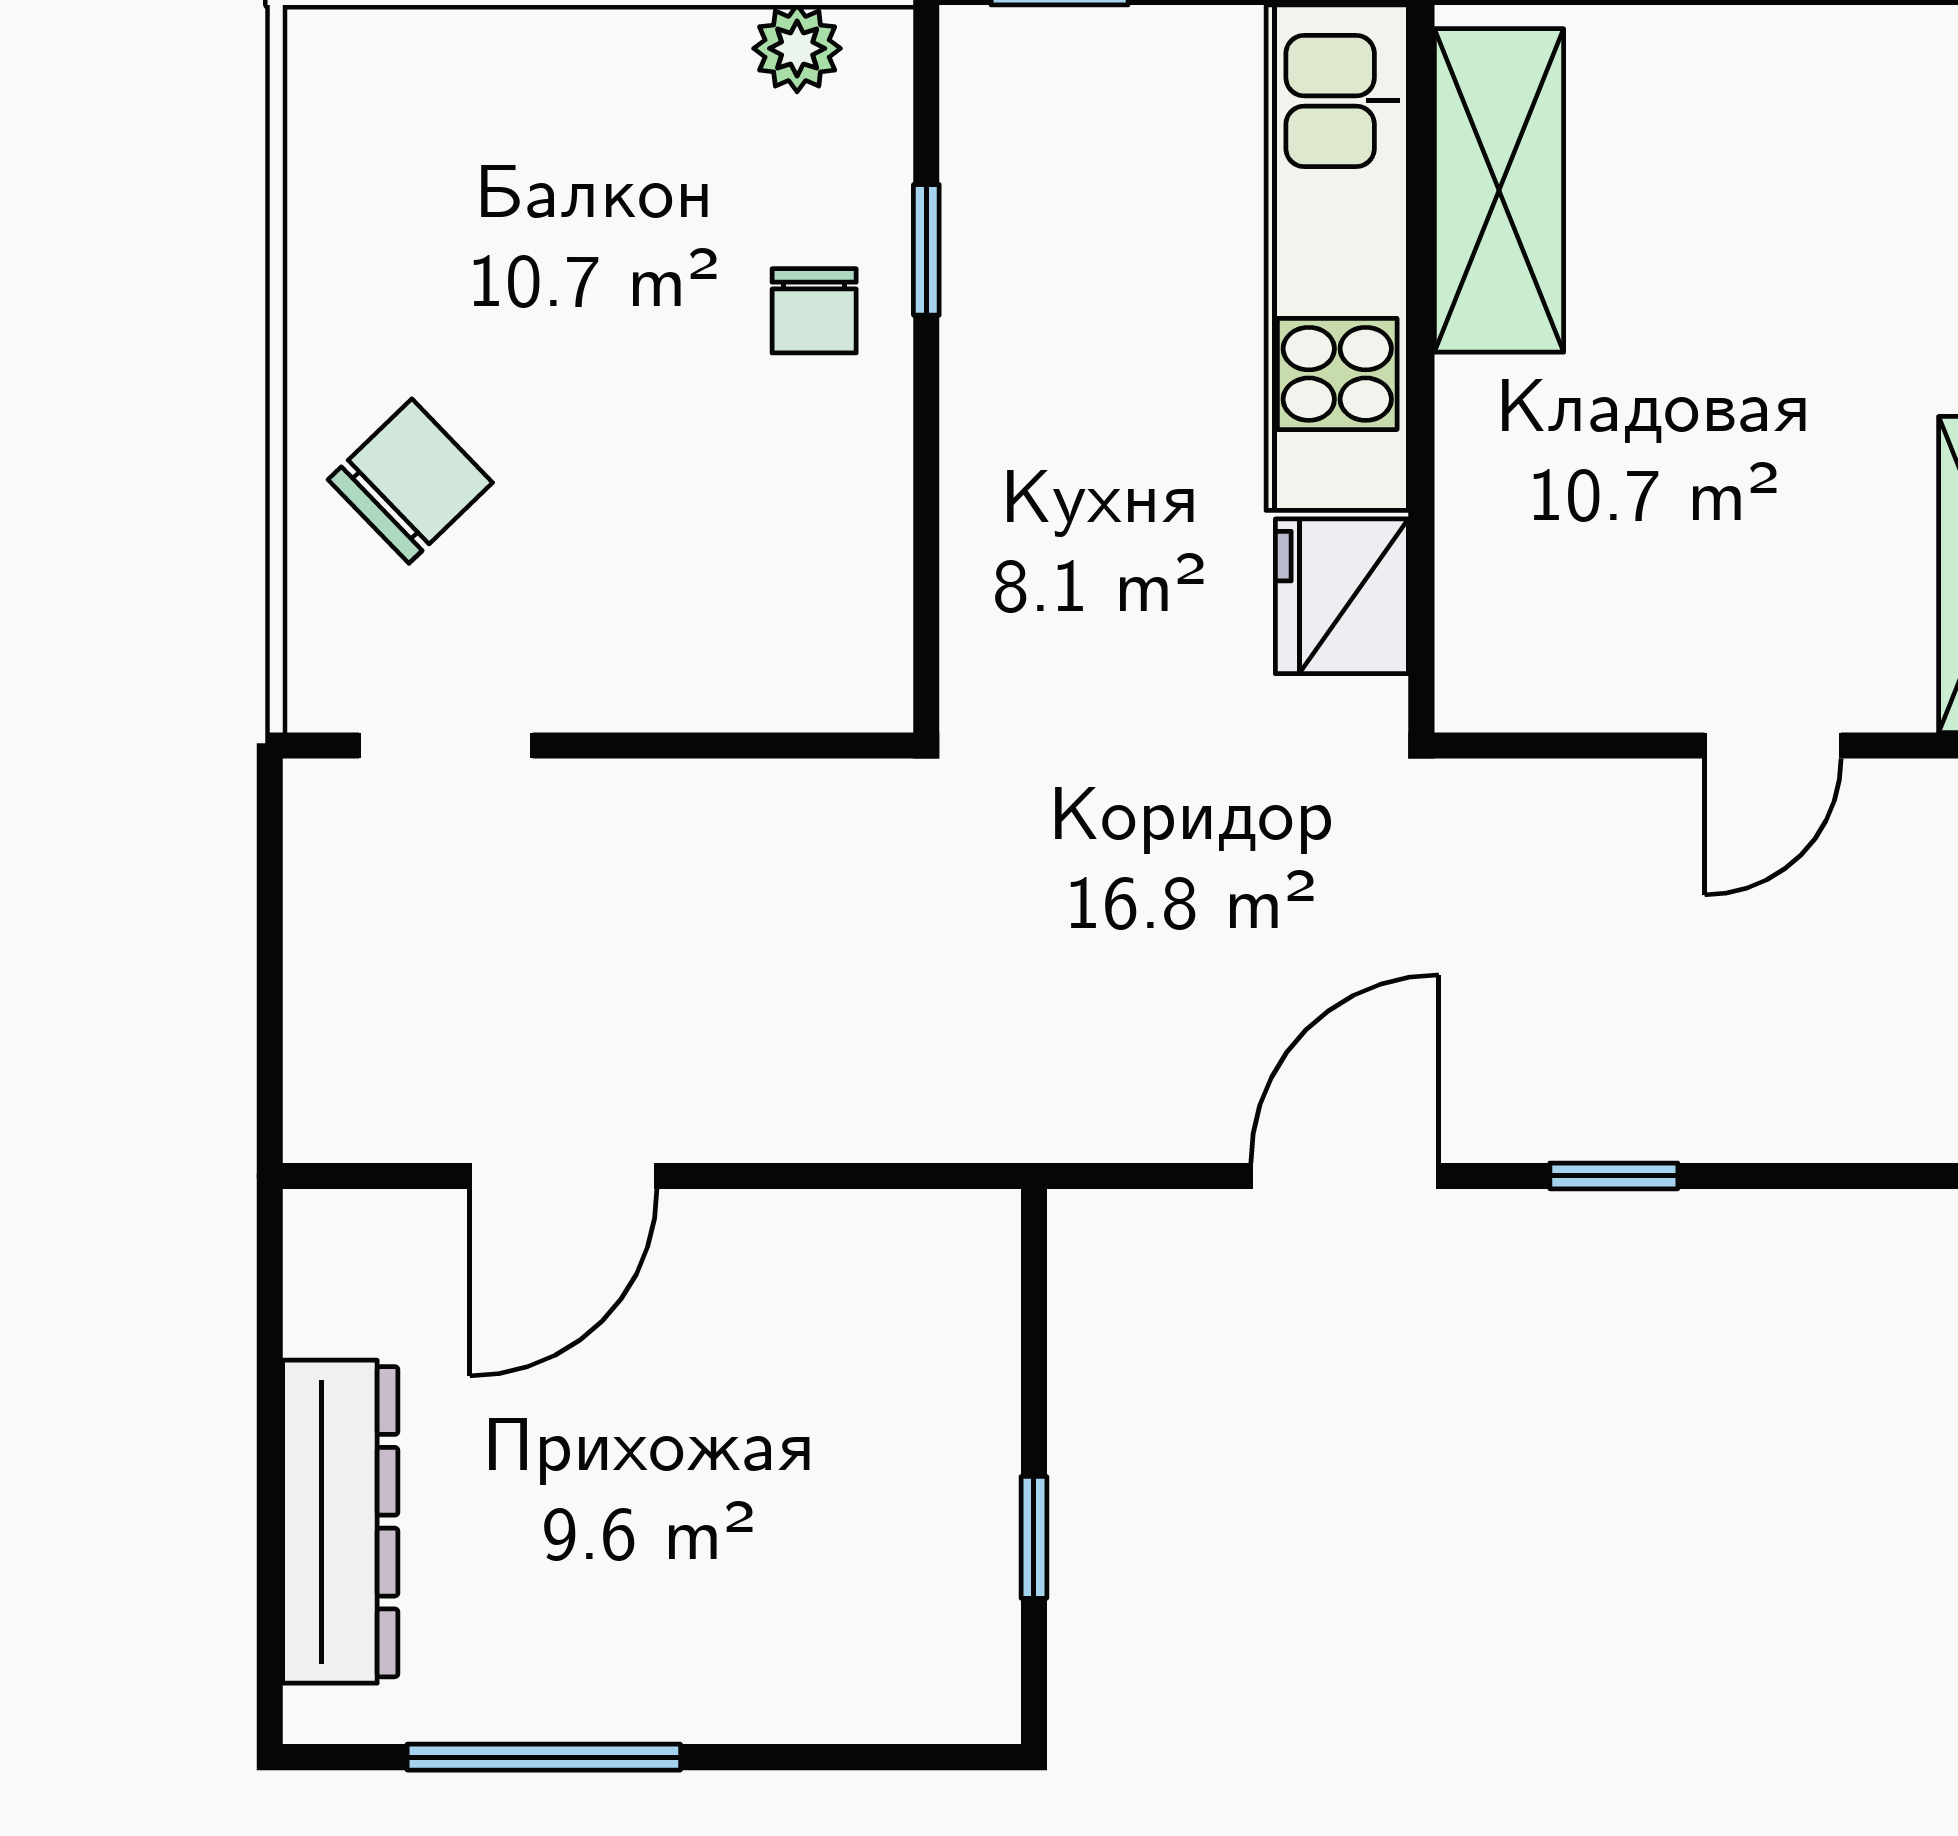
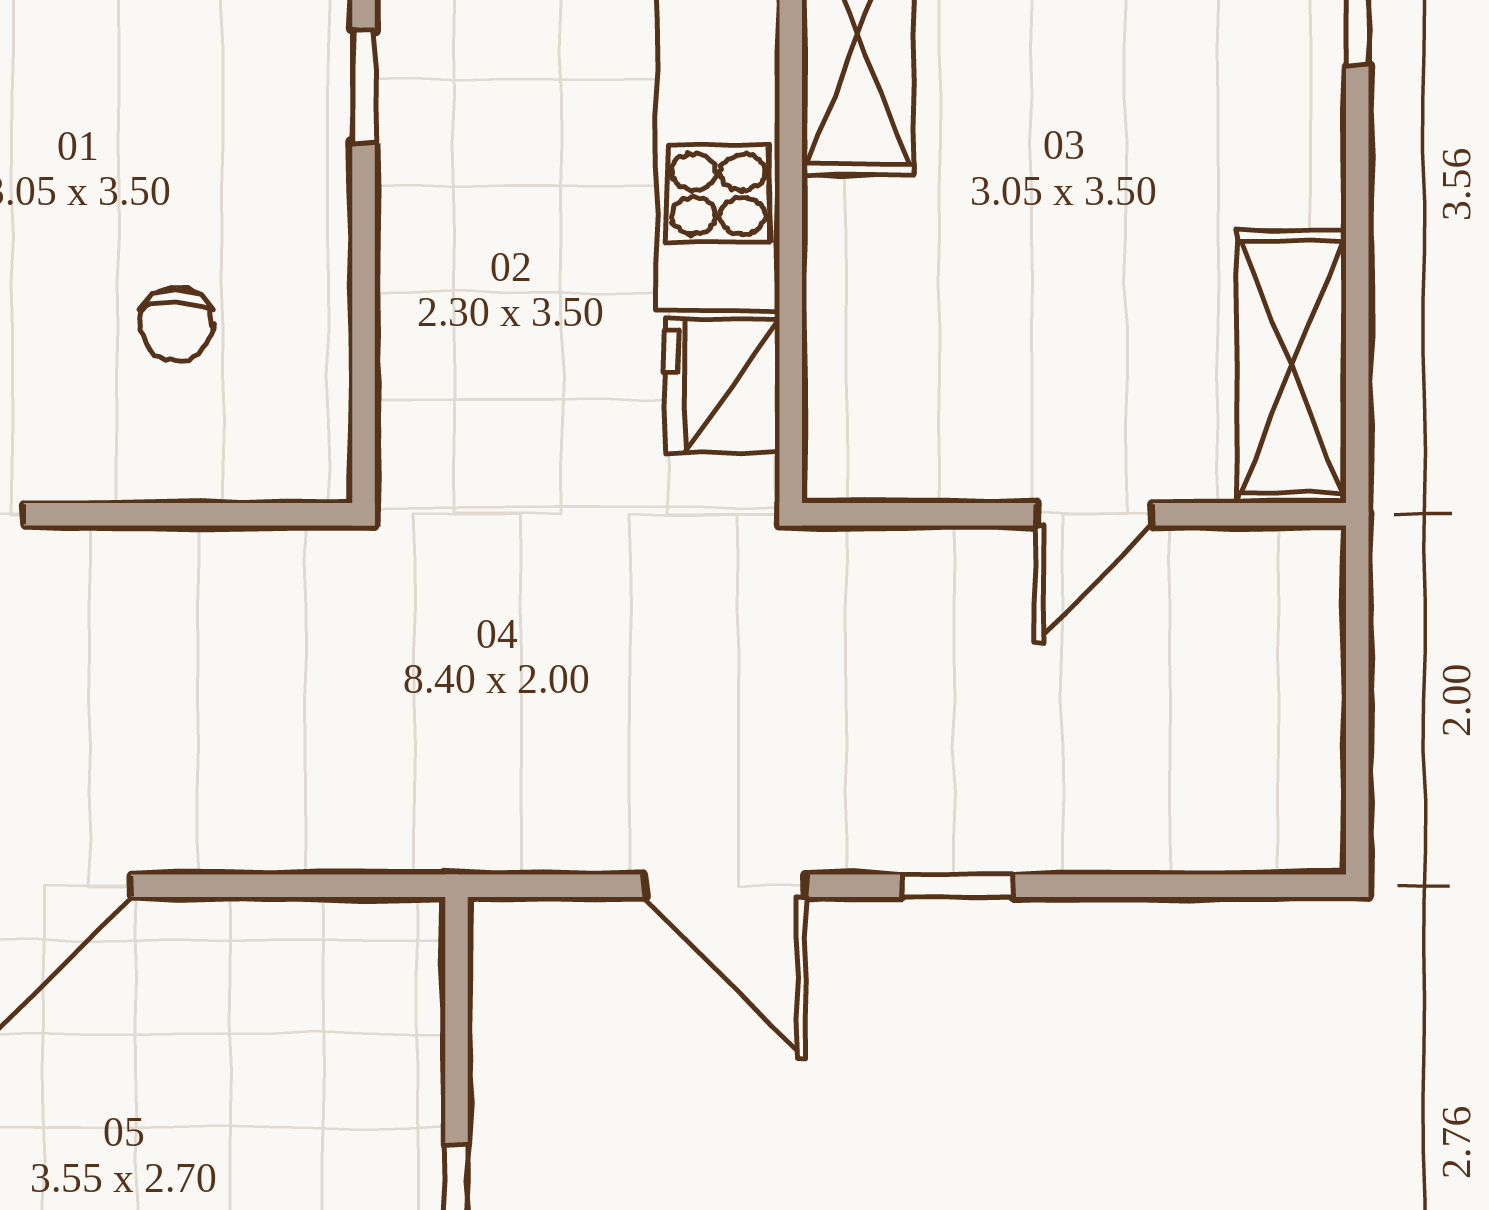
chair: (814, 311) -> (177, 324), moved
door: (1345, 1176) -> (725, 886), swing flipped

